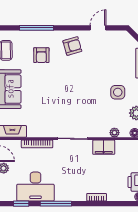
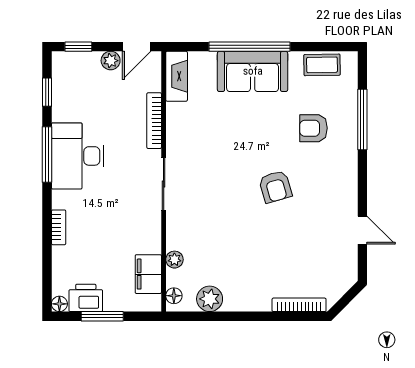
armchair: (72, 46) -> (275, 187), moved
side table: (118, 92) -> (247, 265), removed
filing cabinet: (104, 147) -> (148, 274), moved
desk: (35, 187) -> (78, 156), moved

